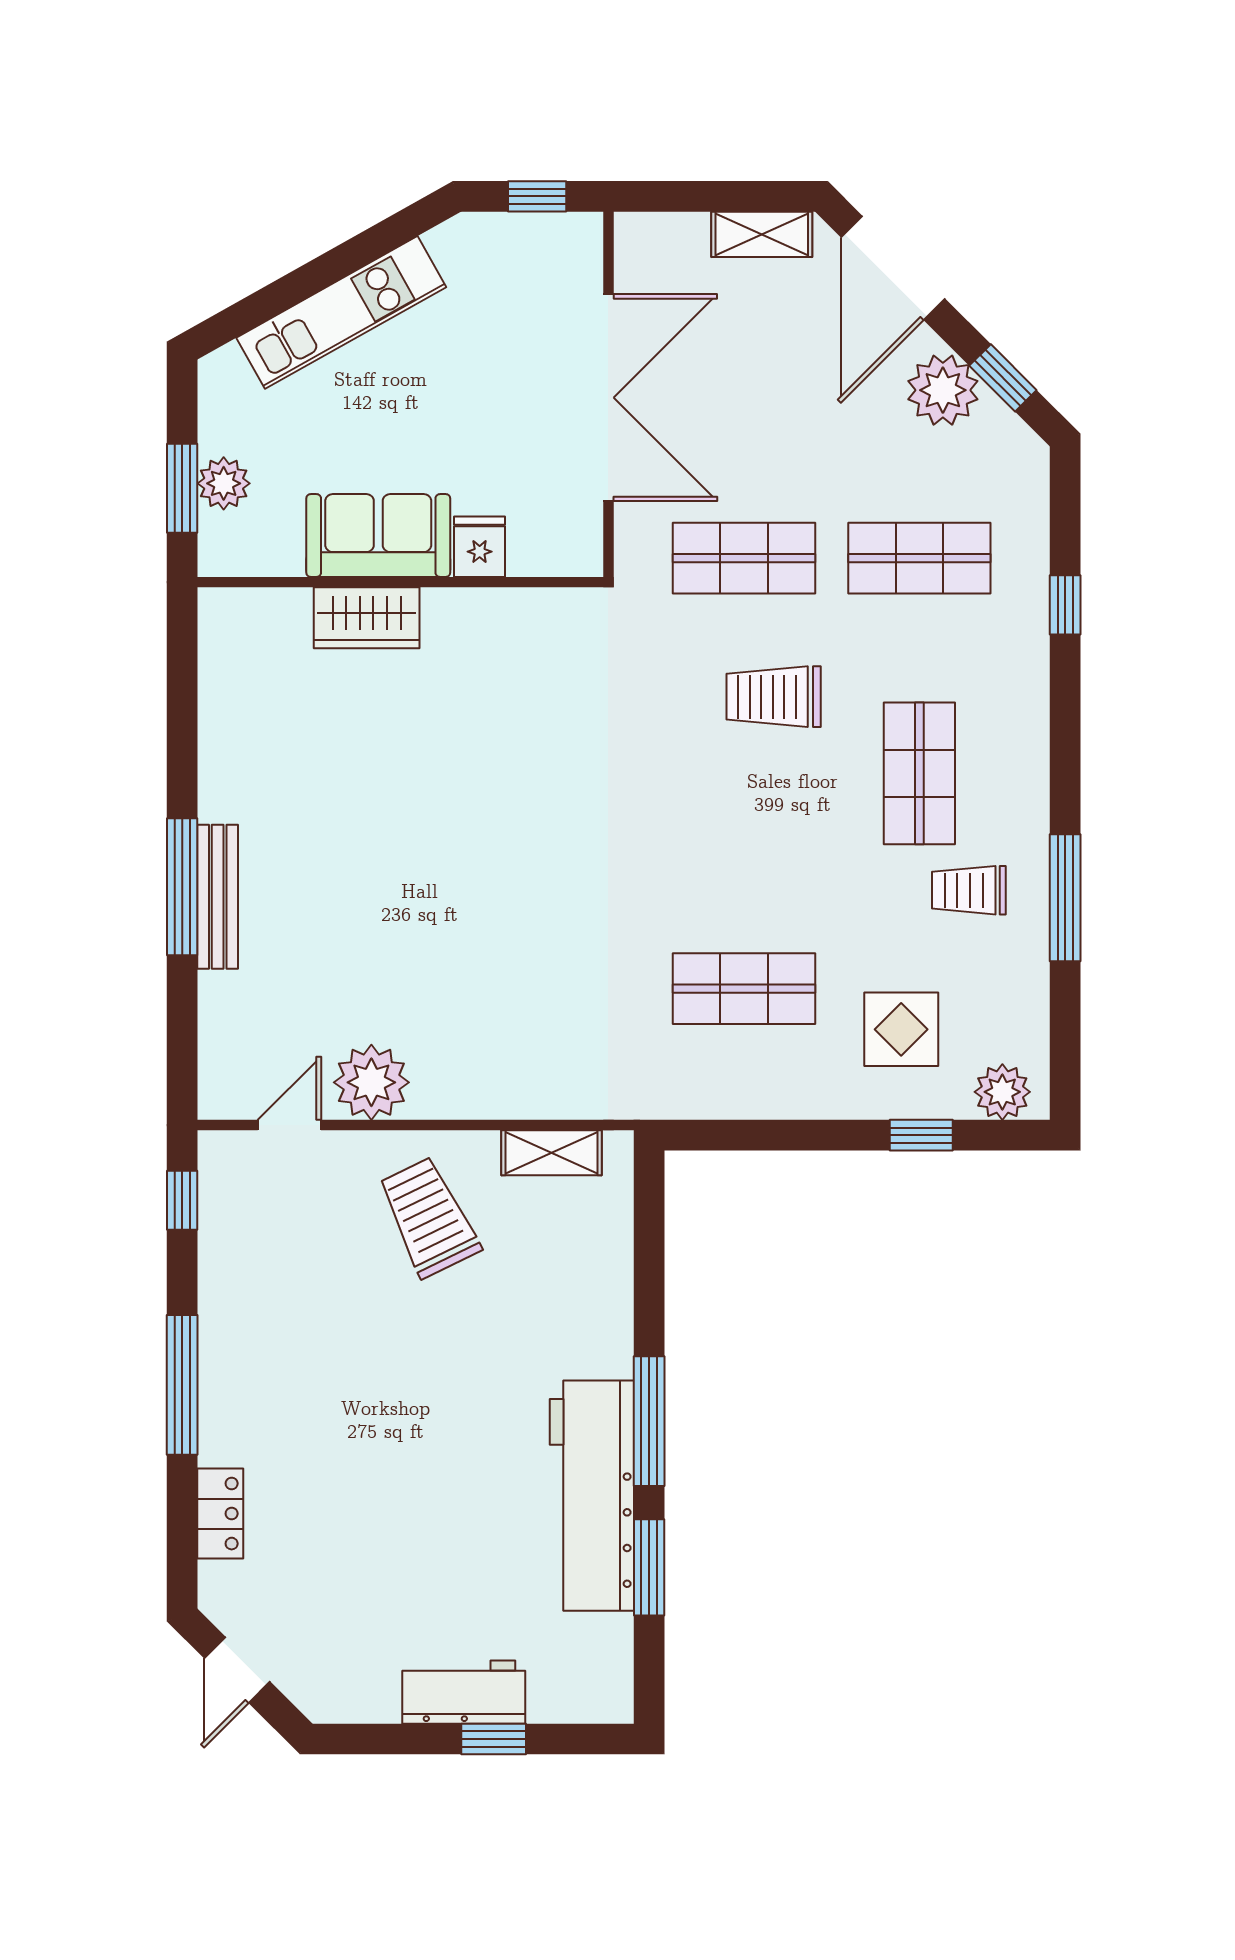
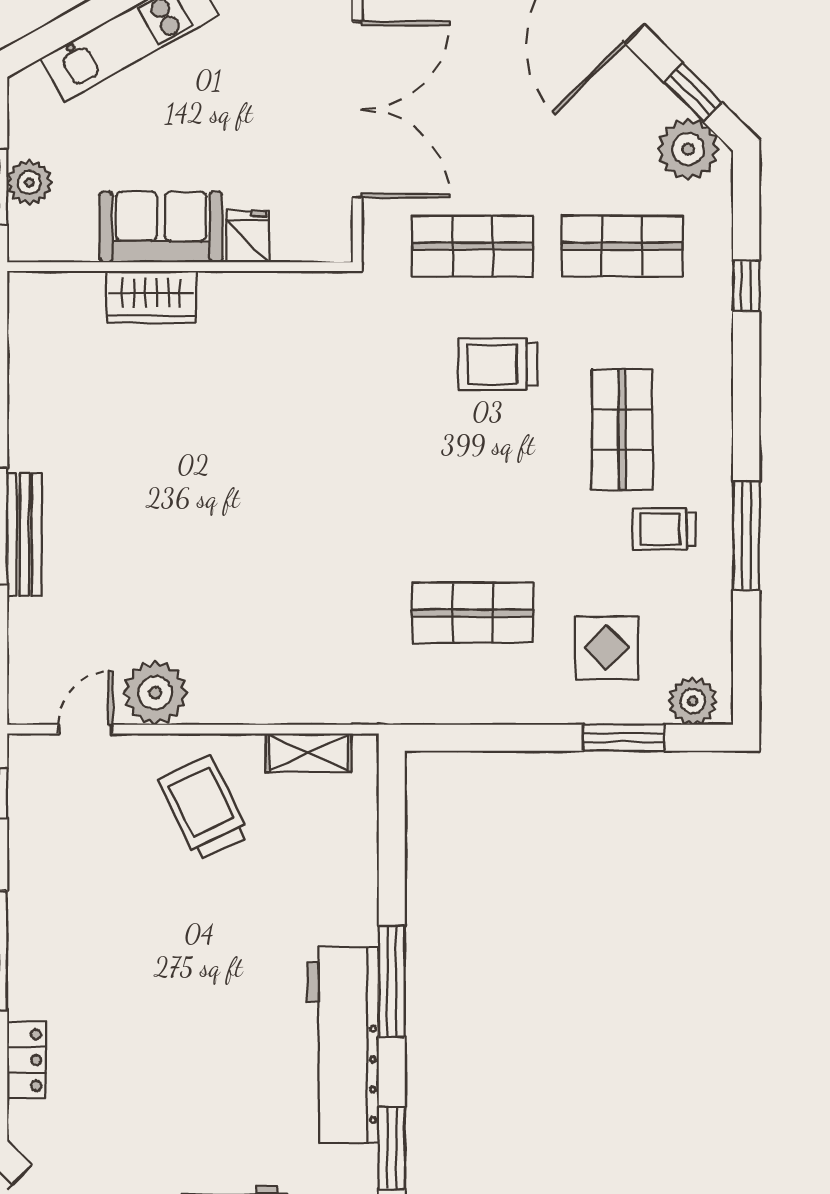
plant: (943, 390) -> (688, 149), moved
window: (921, 1135) -> (624, 738), width x1.50
window: (649, 1567) -> (392, 1148), moved

